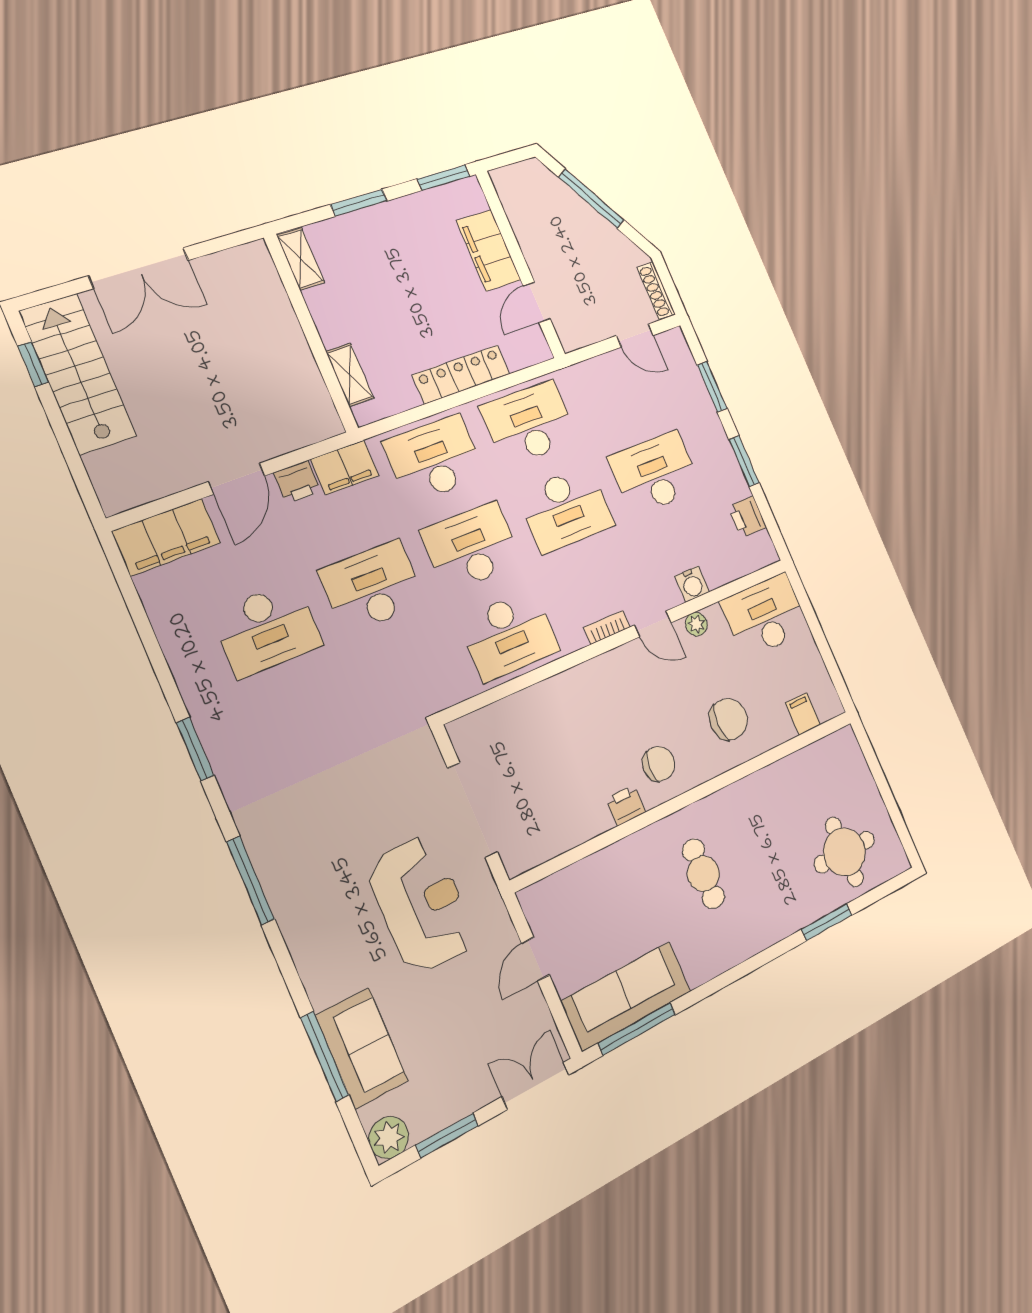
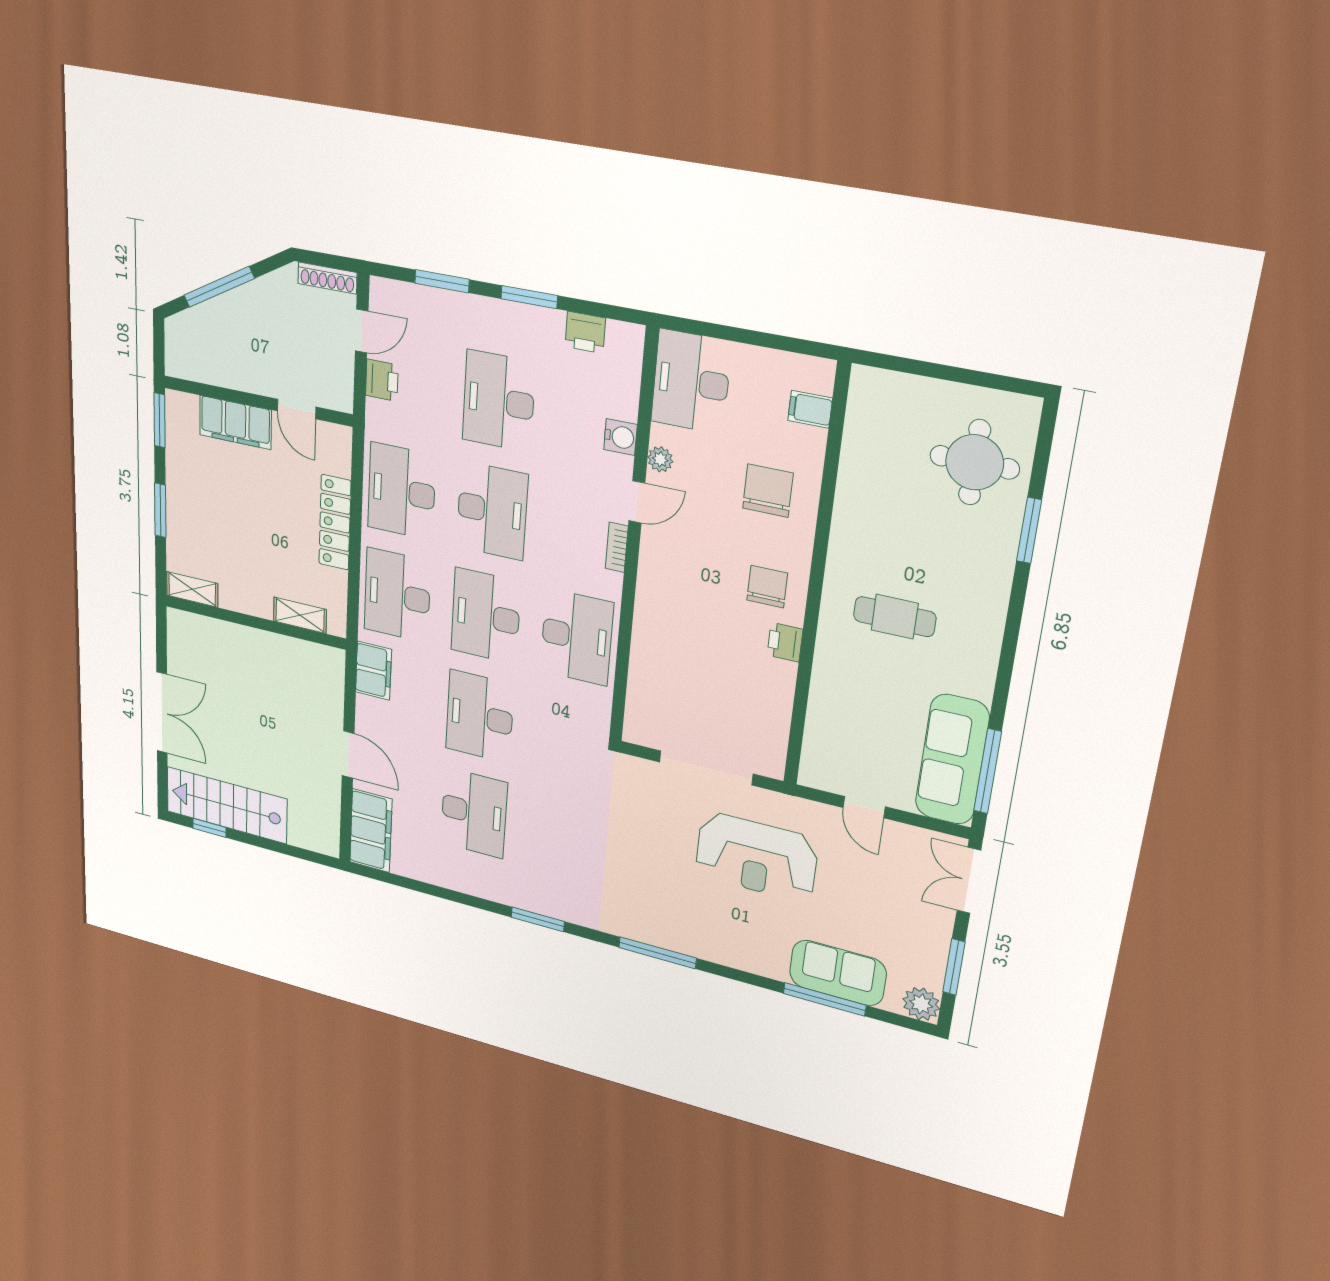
printer: (297, 482) -> (382, 380), moved
reception desk: (422, 904) -> (756, 857), turned 180

